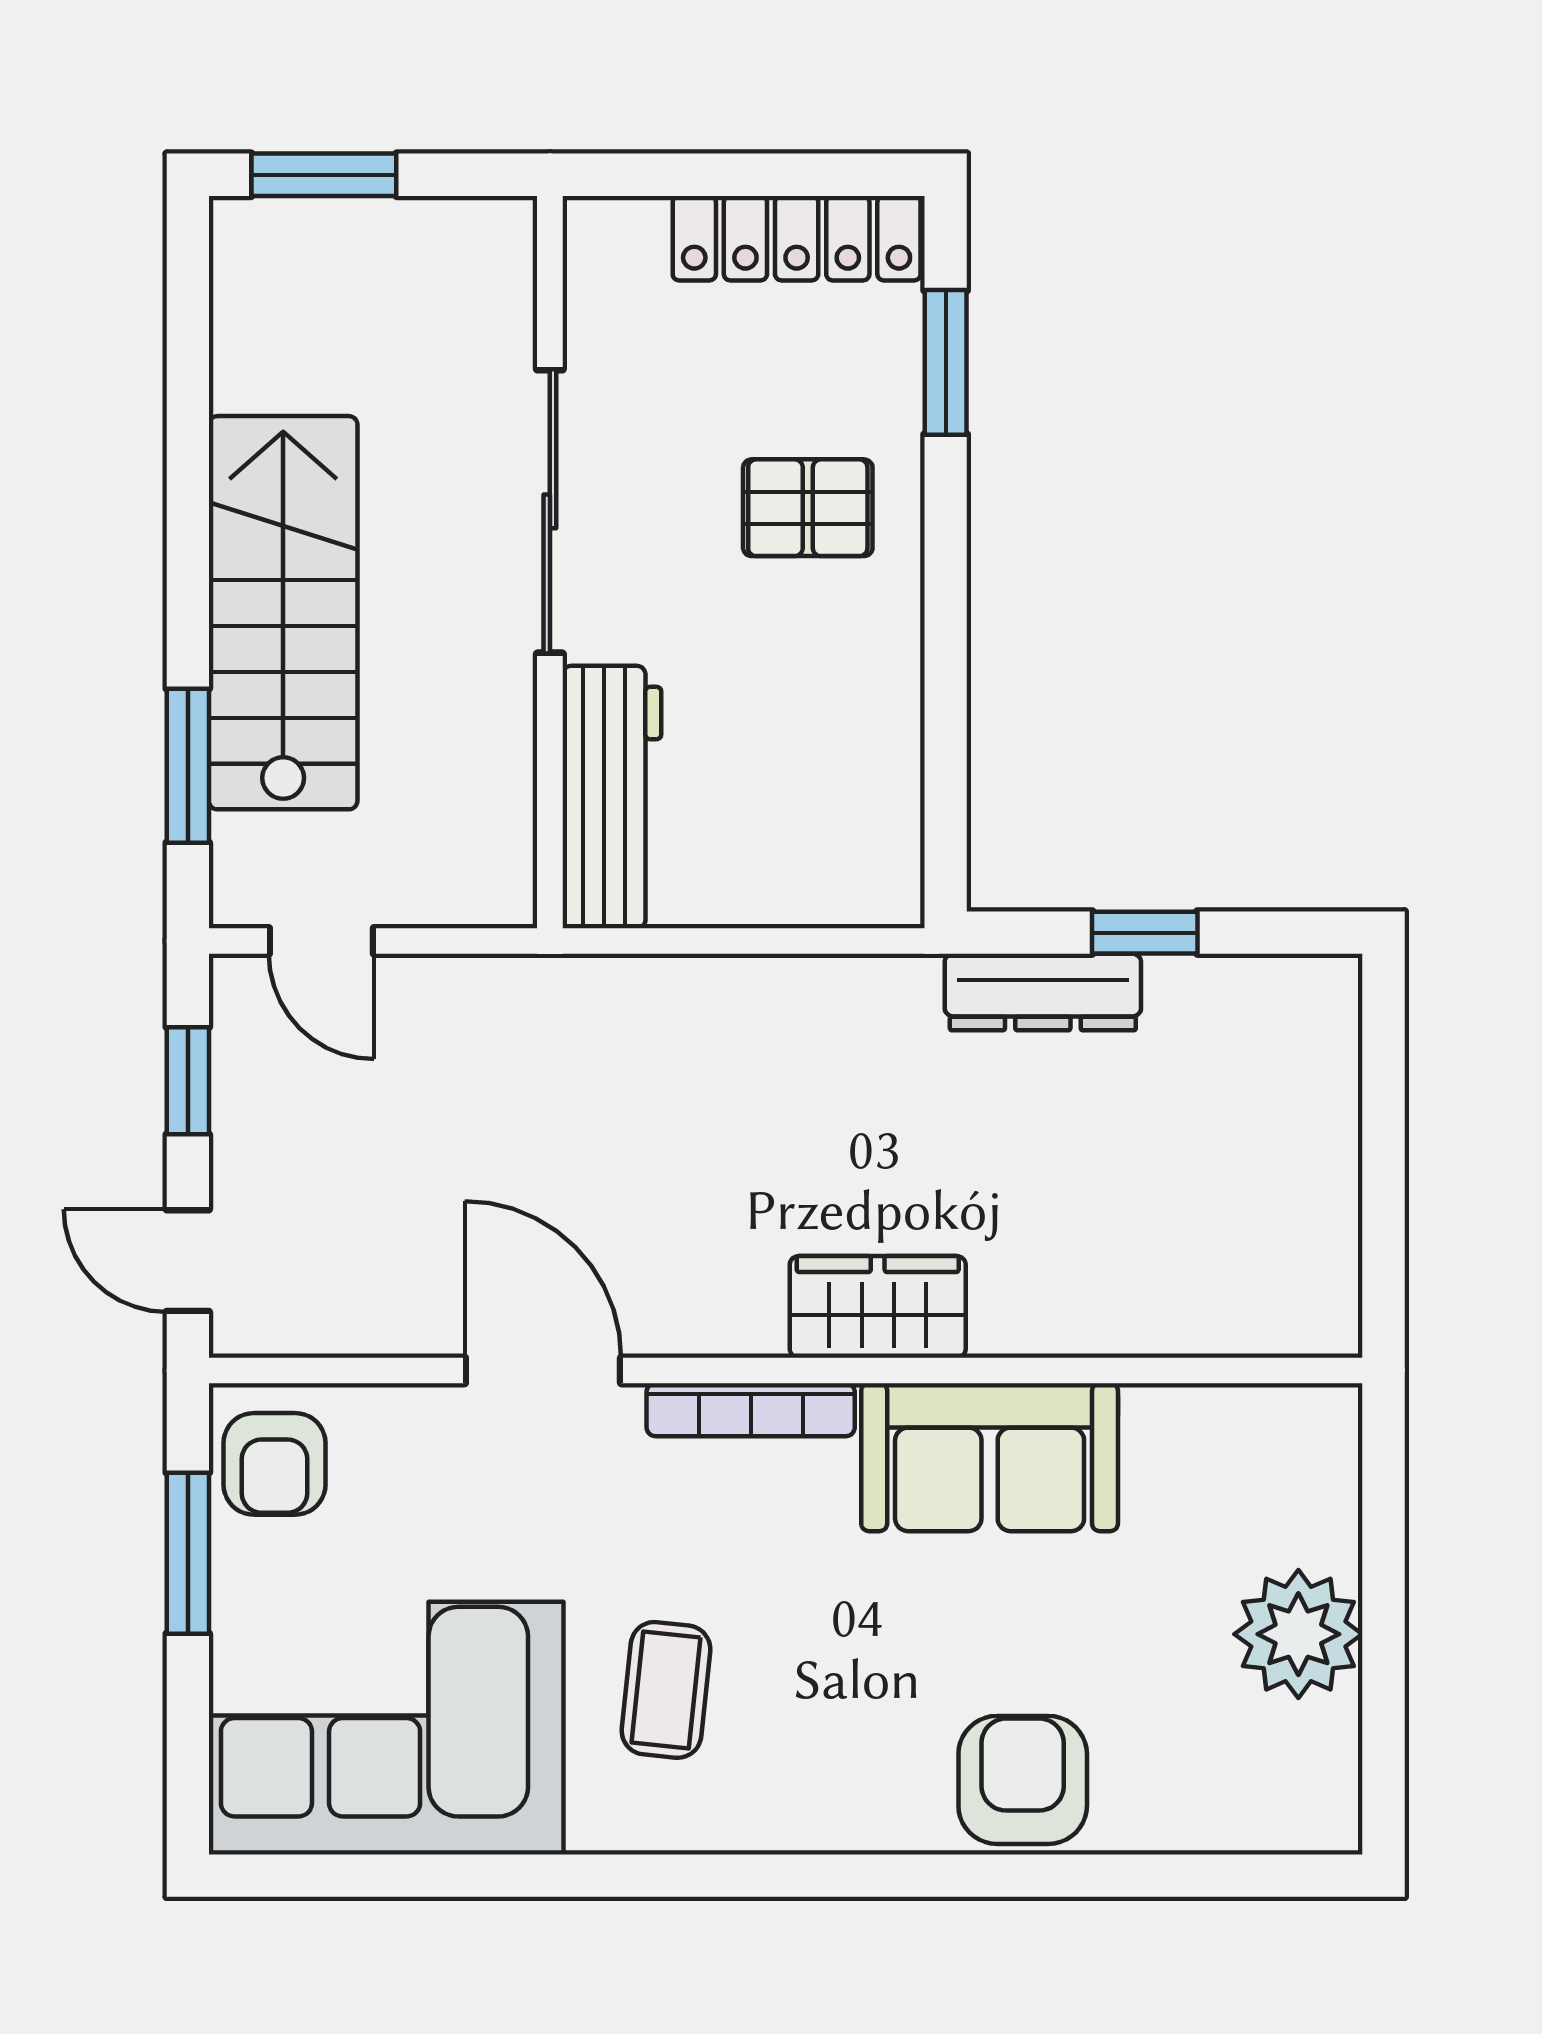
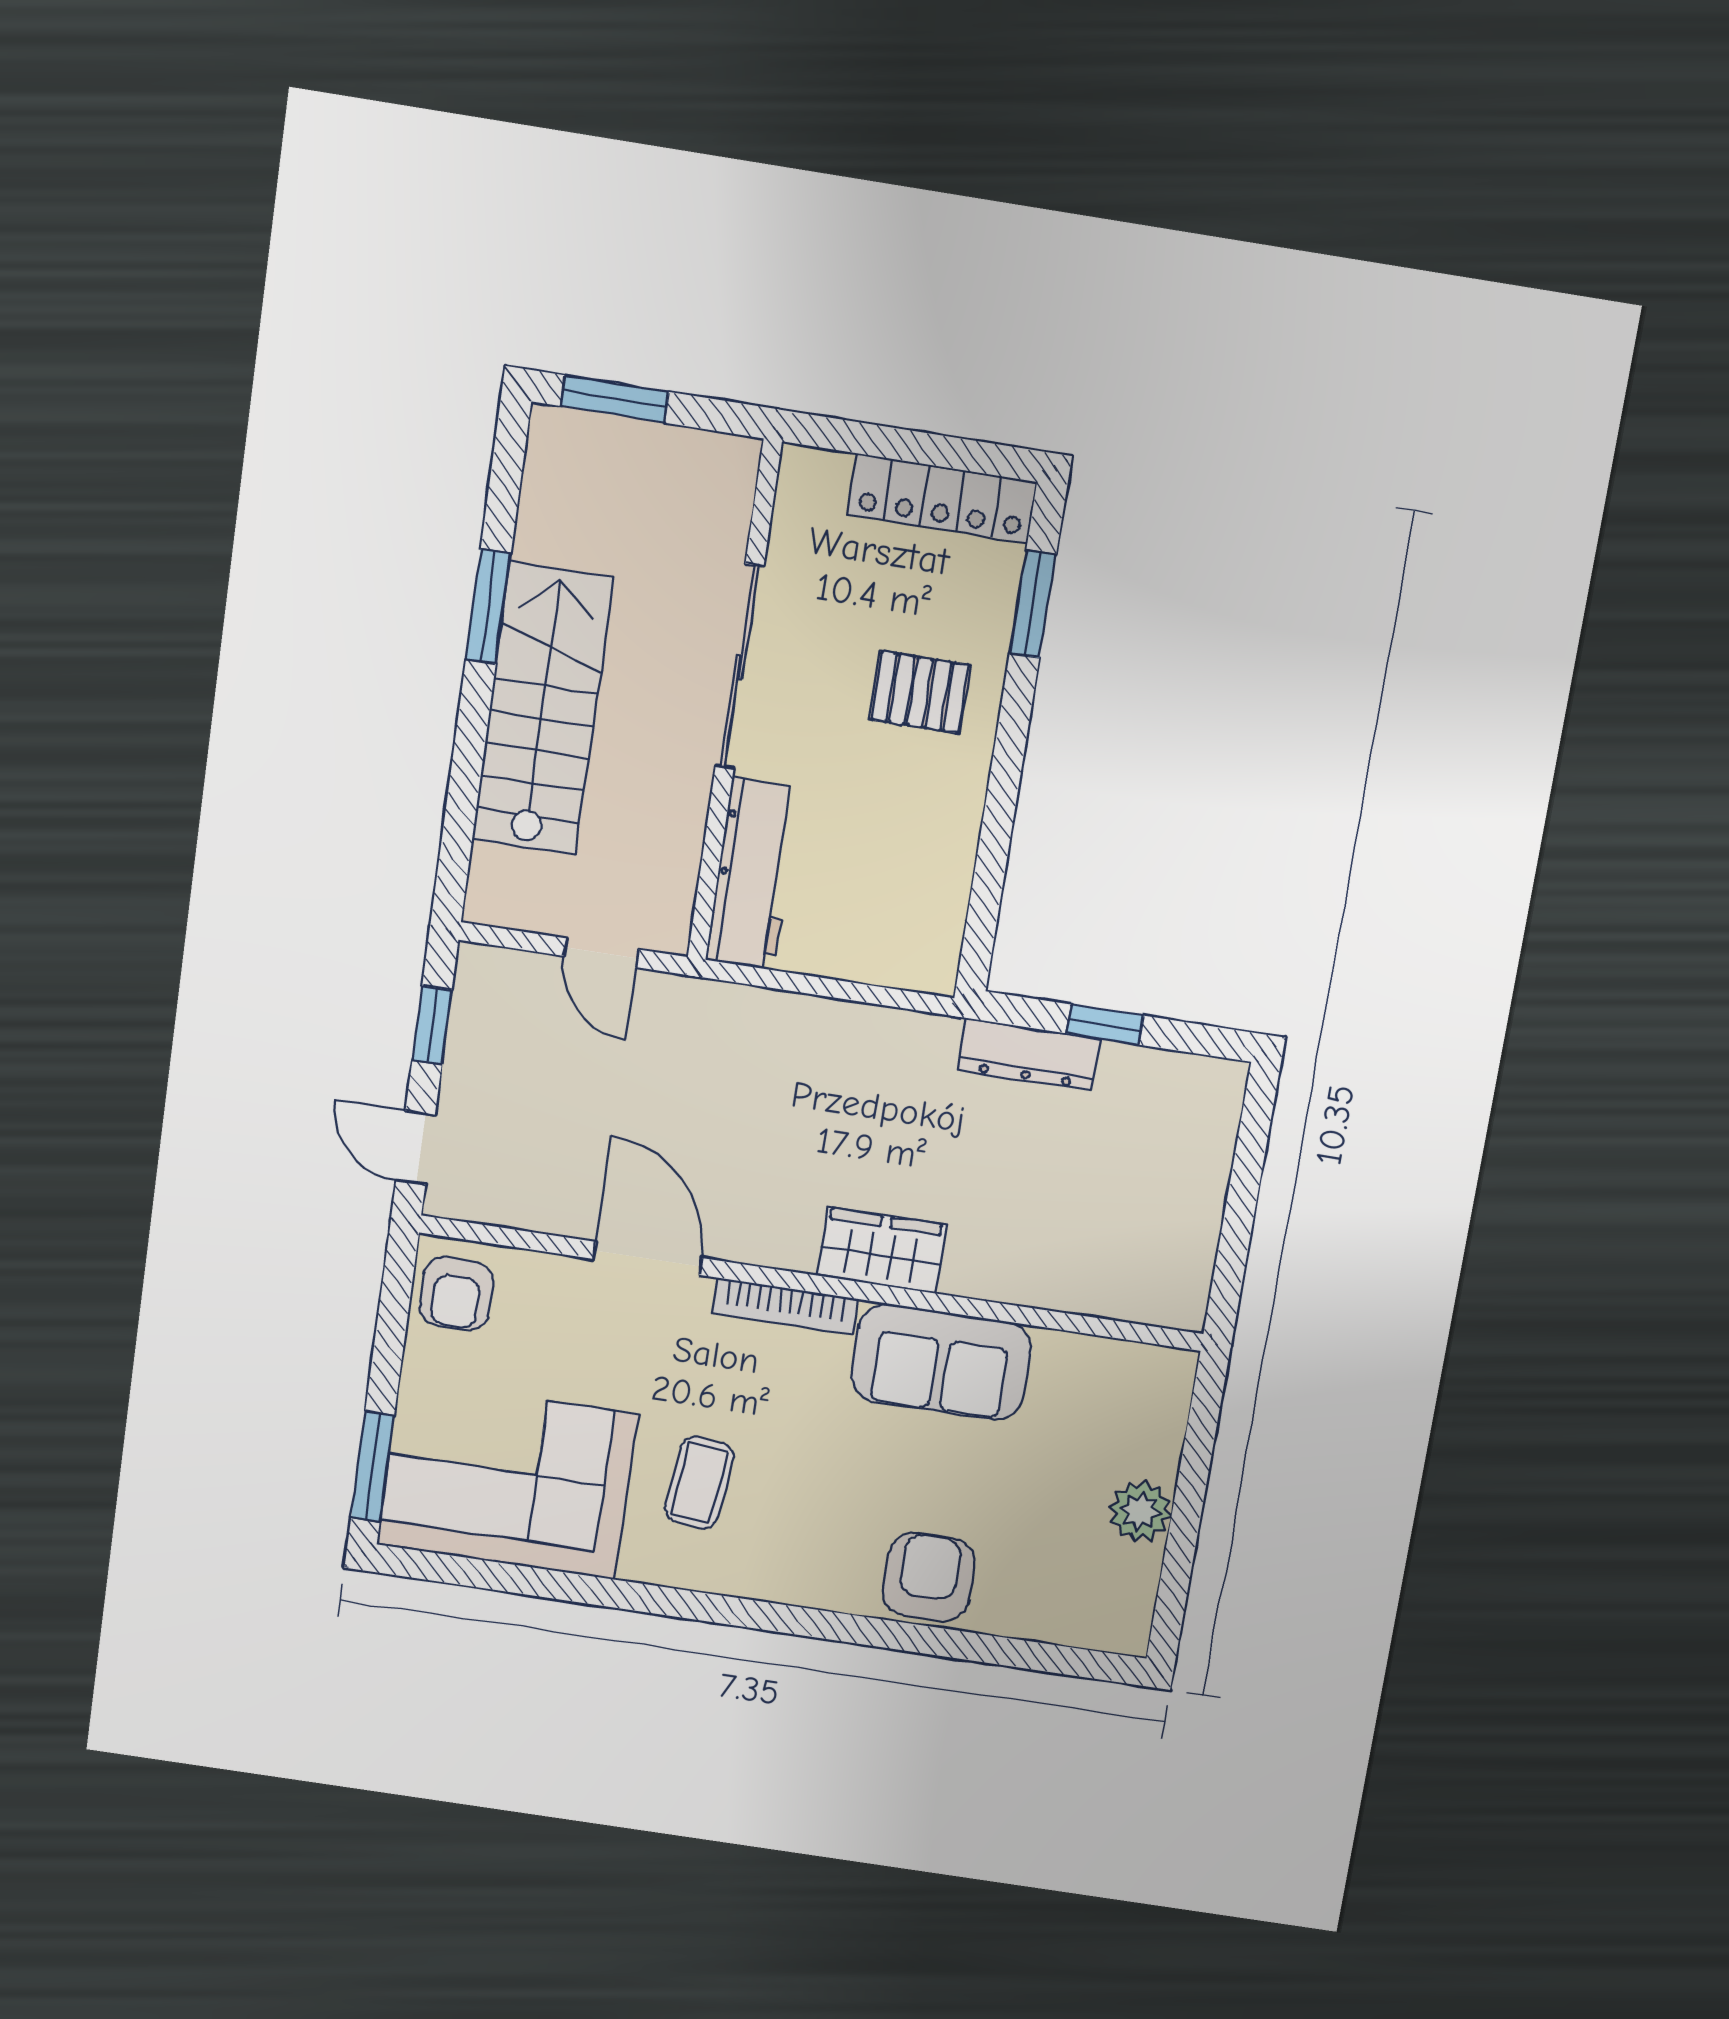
window: (188, 766) -> (488, 606), moved
door: (321, 941) -> (601, 953), moved
window: (188, 1553) -> (373, 1467), moved
plant: (1298, 1634) -> (1140, 1511), width x0.73, depth x0.73

